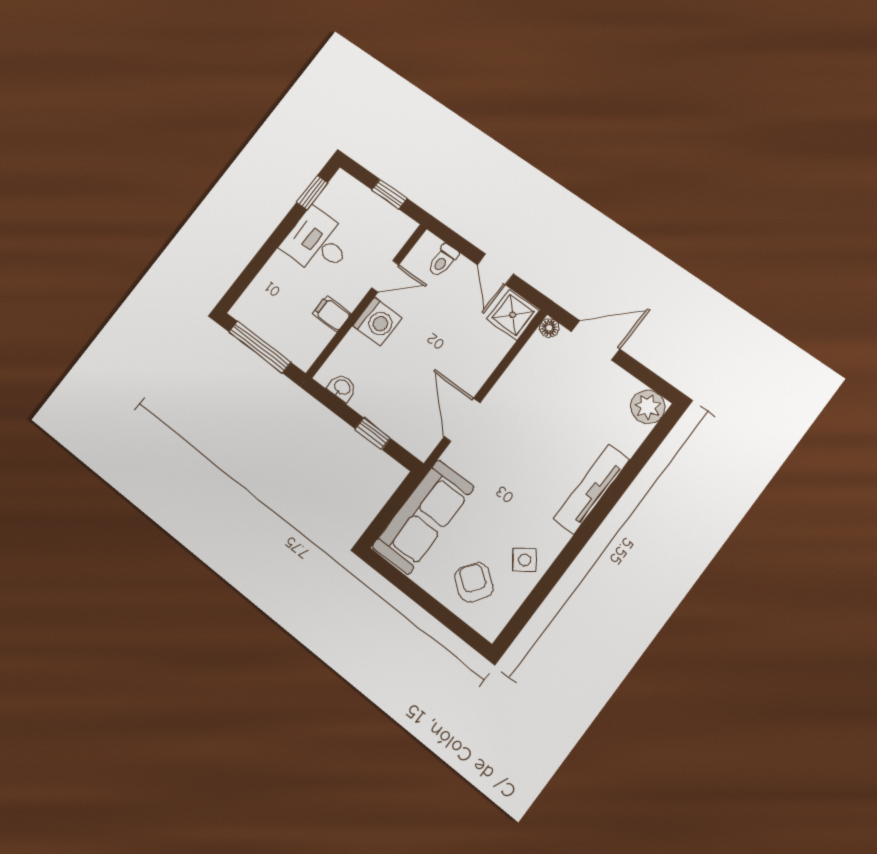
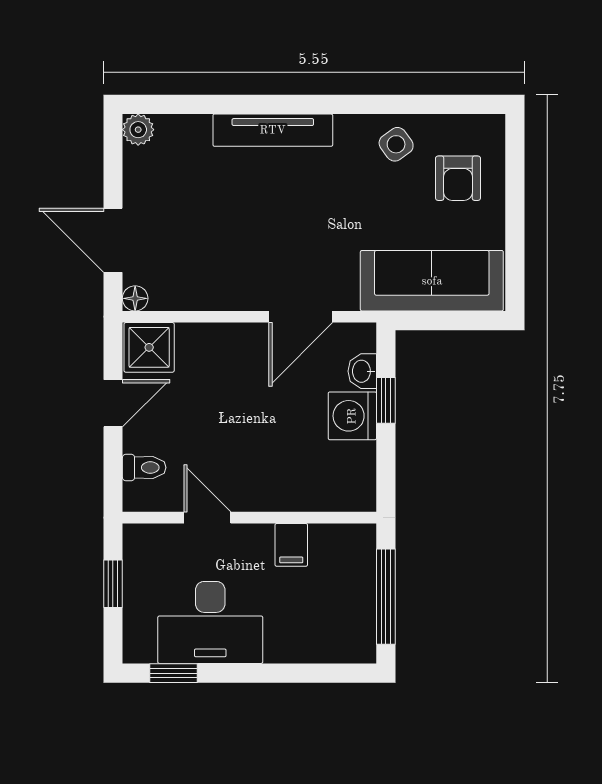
desk: (318, 242) -> (210, 622), width x1.37
washing machine: (377, 322) -> (352, 416), moved, turned -90
washbasin: (342, 388) -> (362, 371), moved
plant: (648, 407) -> (138, 130), width x0.73, depth x0.73
armchair: (474, 582) -> (458, 178), turned -36

